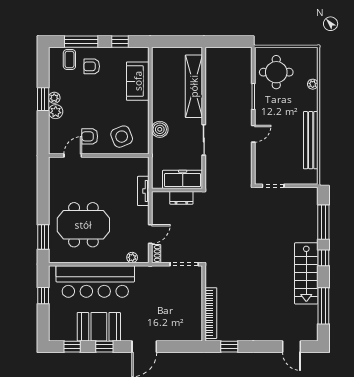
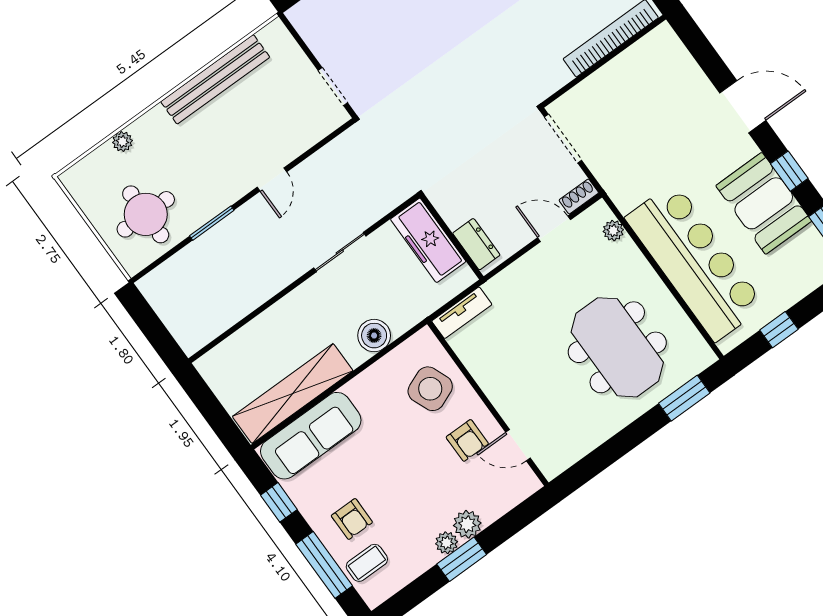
sofa: (138, 81) -> (311, 436), width x1.36
shelving: (194, 86) -> (293, 394), moved
door: (253, 134) -> (272, 180), swing flipped
tv unit: (143, 191) -> (462, 313), moved
dresser: (181, 198) -> (476, 244), moved

